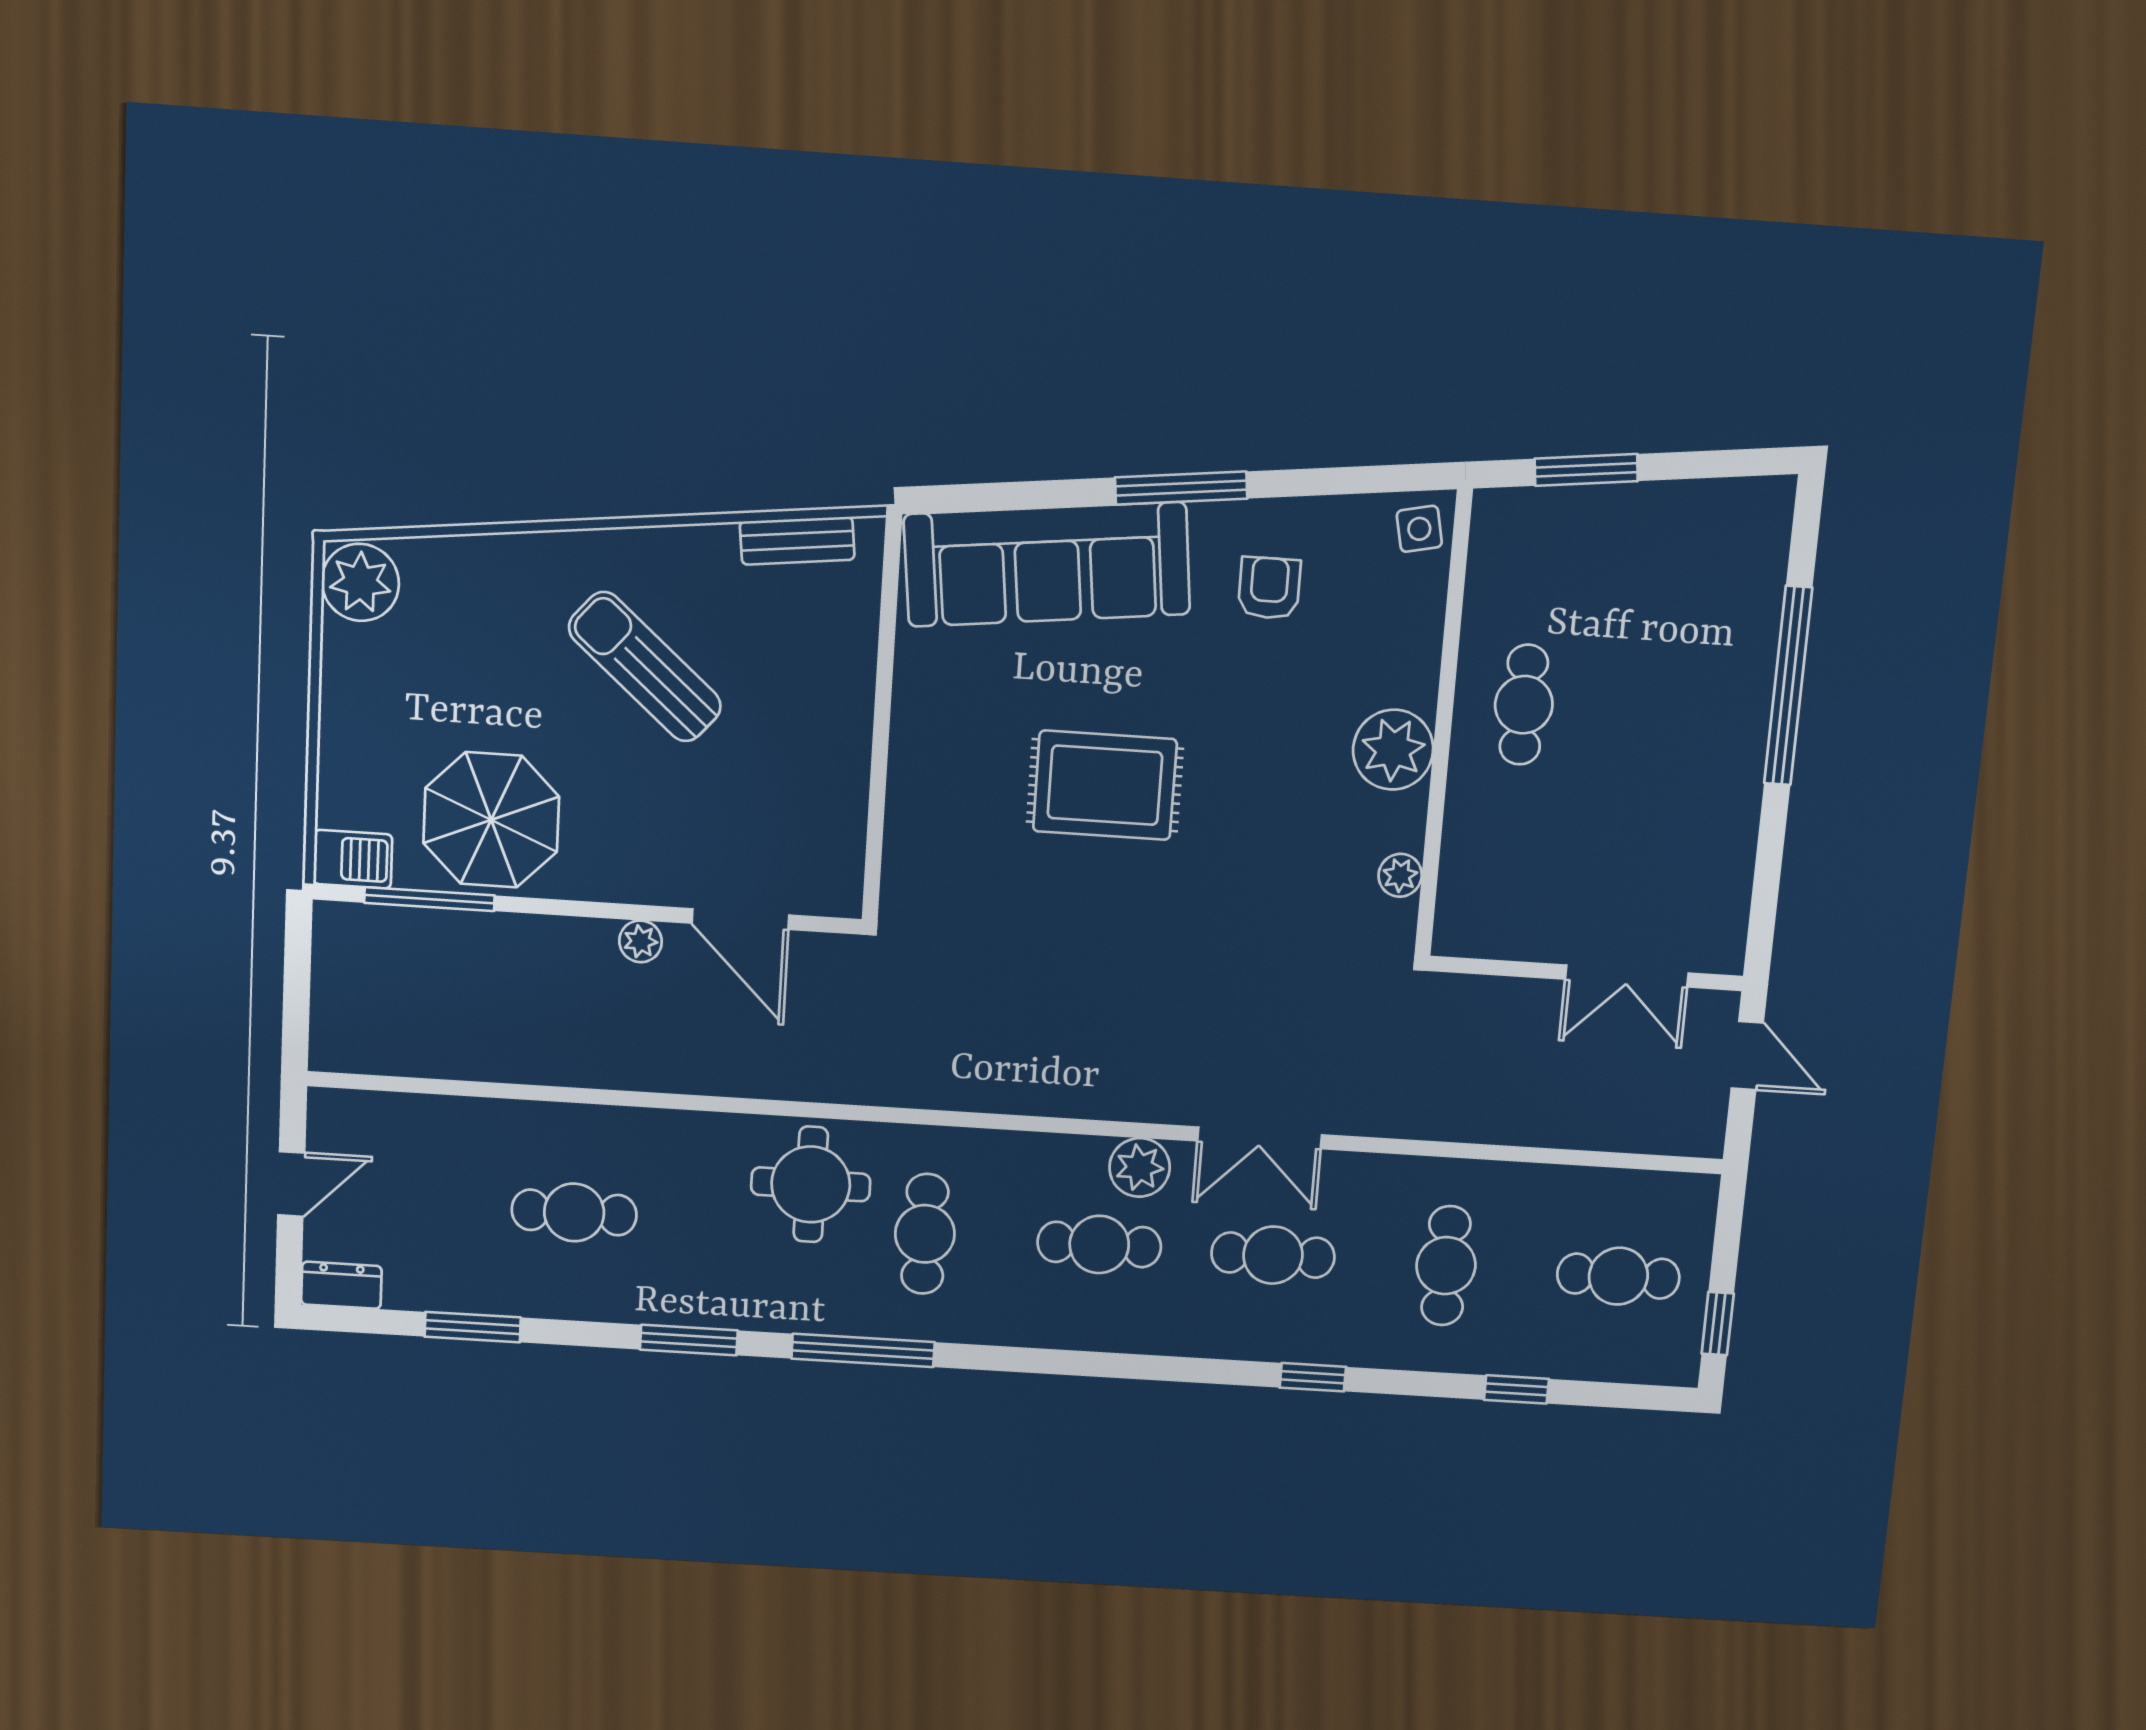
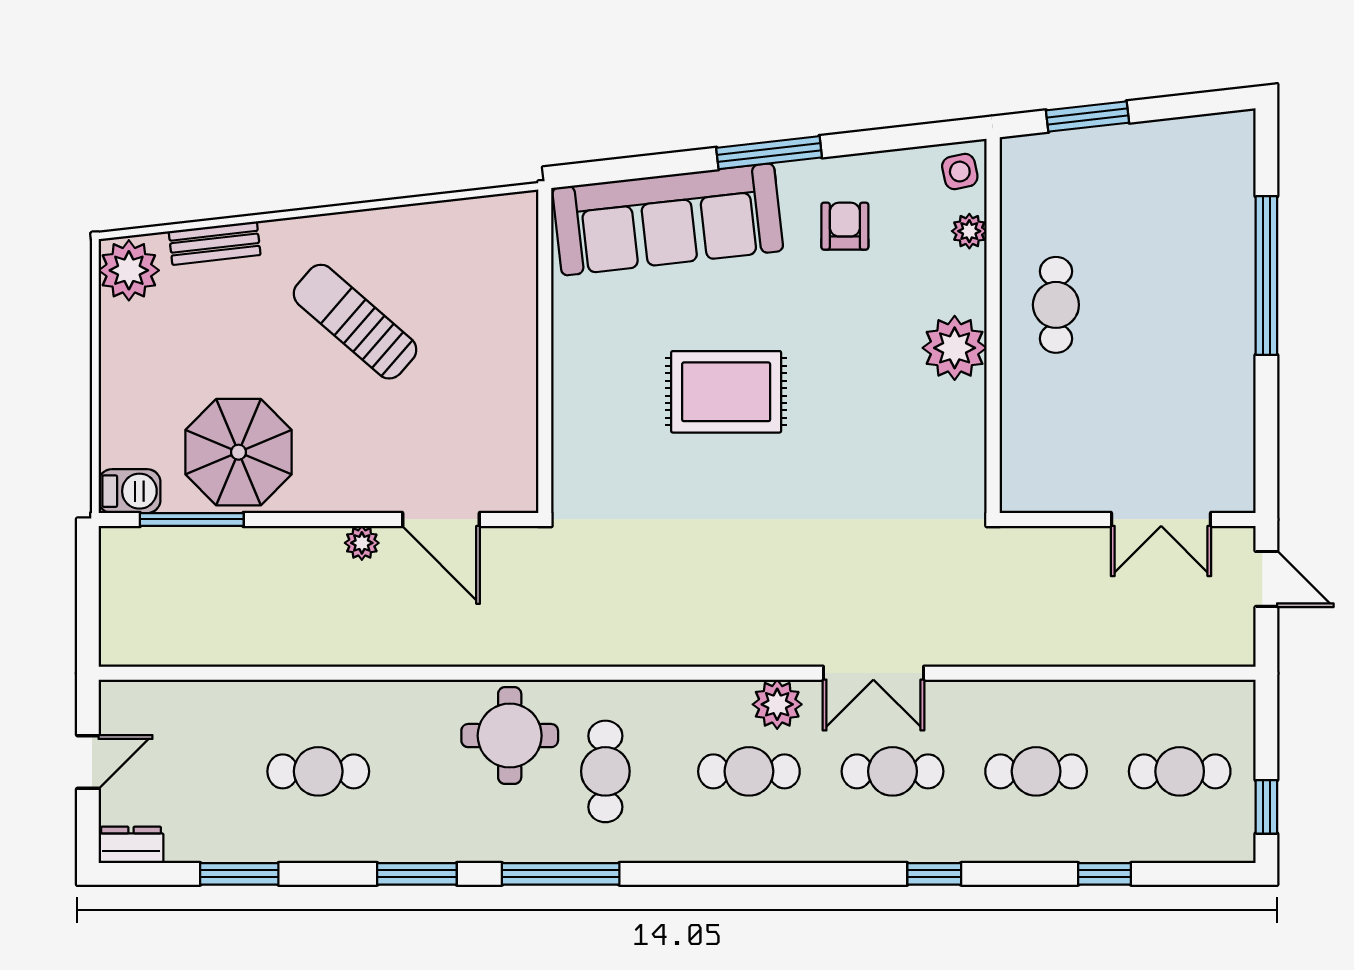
bench: (797, 541) -> (215, 243), moved
plant: (1400, 875) -> (969, 231), moved
cafe table: (1446, 1266) -> (1036, 771), turned 90

